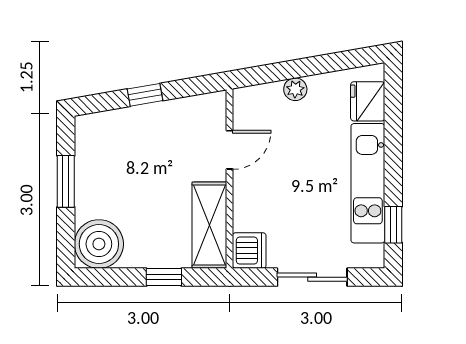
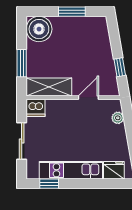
plant: (295, 89) -> (118, 118), moved
window: (145, 95) -> (120, 67), moved
door: (230, 150) -> (88, 98), swing flipped
window: (164, 277) -> (22, 63), width x1.50

